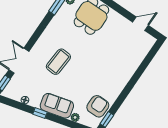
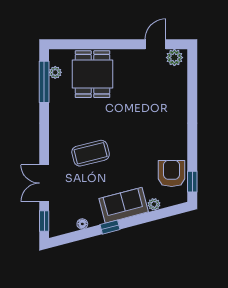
plant: (146, 39) -> (174, 58), added
coffee table: (58, 62) -> (91, 153), turned 72

